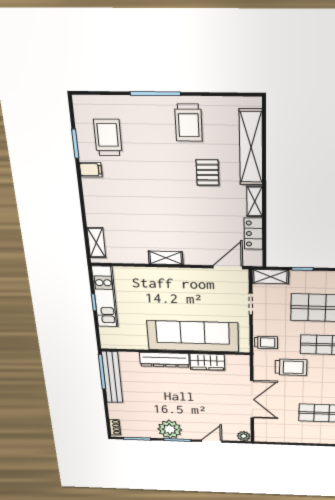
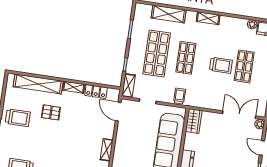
wardrobe: (207, 362) -> (194, 121), moved
trolley: (291, 367) -> (221, 65), moved, turned 90
double door: (252, 399) -> (239, 115), moved

